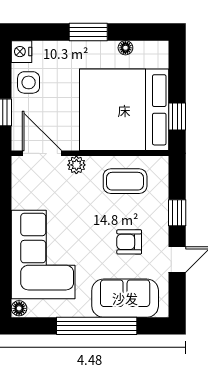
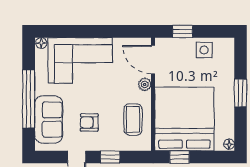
floor lamp: (125, 48) -> (229, 144), moved
nightstand: (22, 52) -> (226, 45), removed
door: (42, 153) -> (153, 60), swing flipped
armchair: (129, 242) -> (89, 122), turned -90

